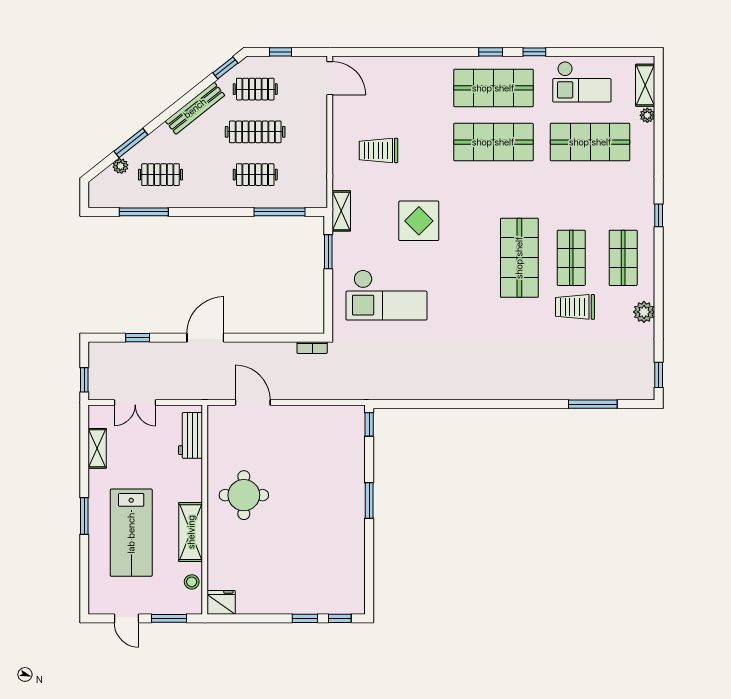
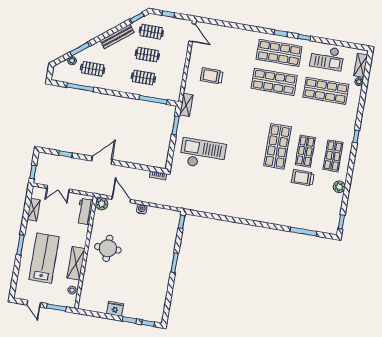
clothes rail: (255, 132) -> (147, 55), width x0.73
display table: (419, 221) -> (227, 117), removed
checkout: (386, 295) -> (203, 154), turned 180
water cooler: (293, 414) -> (142, 209), added
plant: (219, 416) -> (102, 204), added
lab bench: (131, 533) -> (44, 258), turned 180
fridge: (221, 602) -> (115, 309), moved

